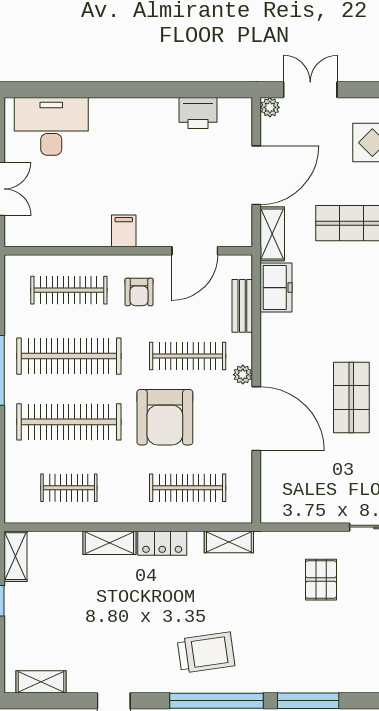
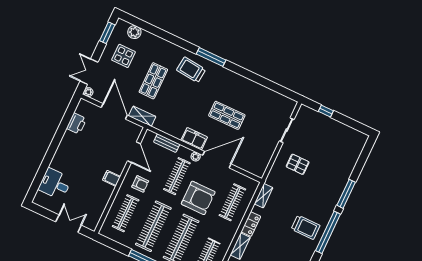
desk: (51, 126) -> (55, 184), width x0.73
freezer: (276, 288) -> (194, 139), moved
trolley: (206, 653) -> (306, 227), turned 98

